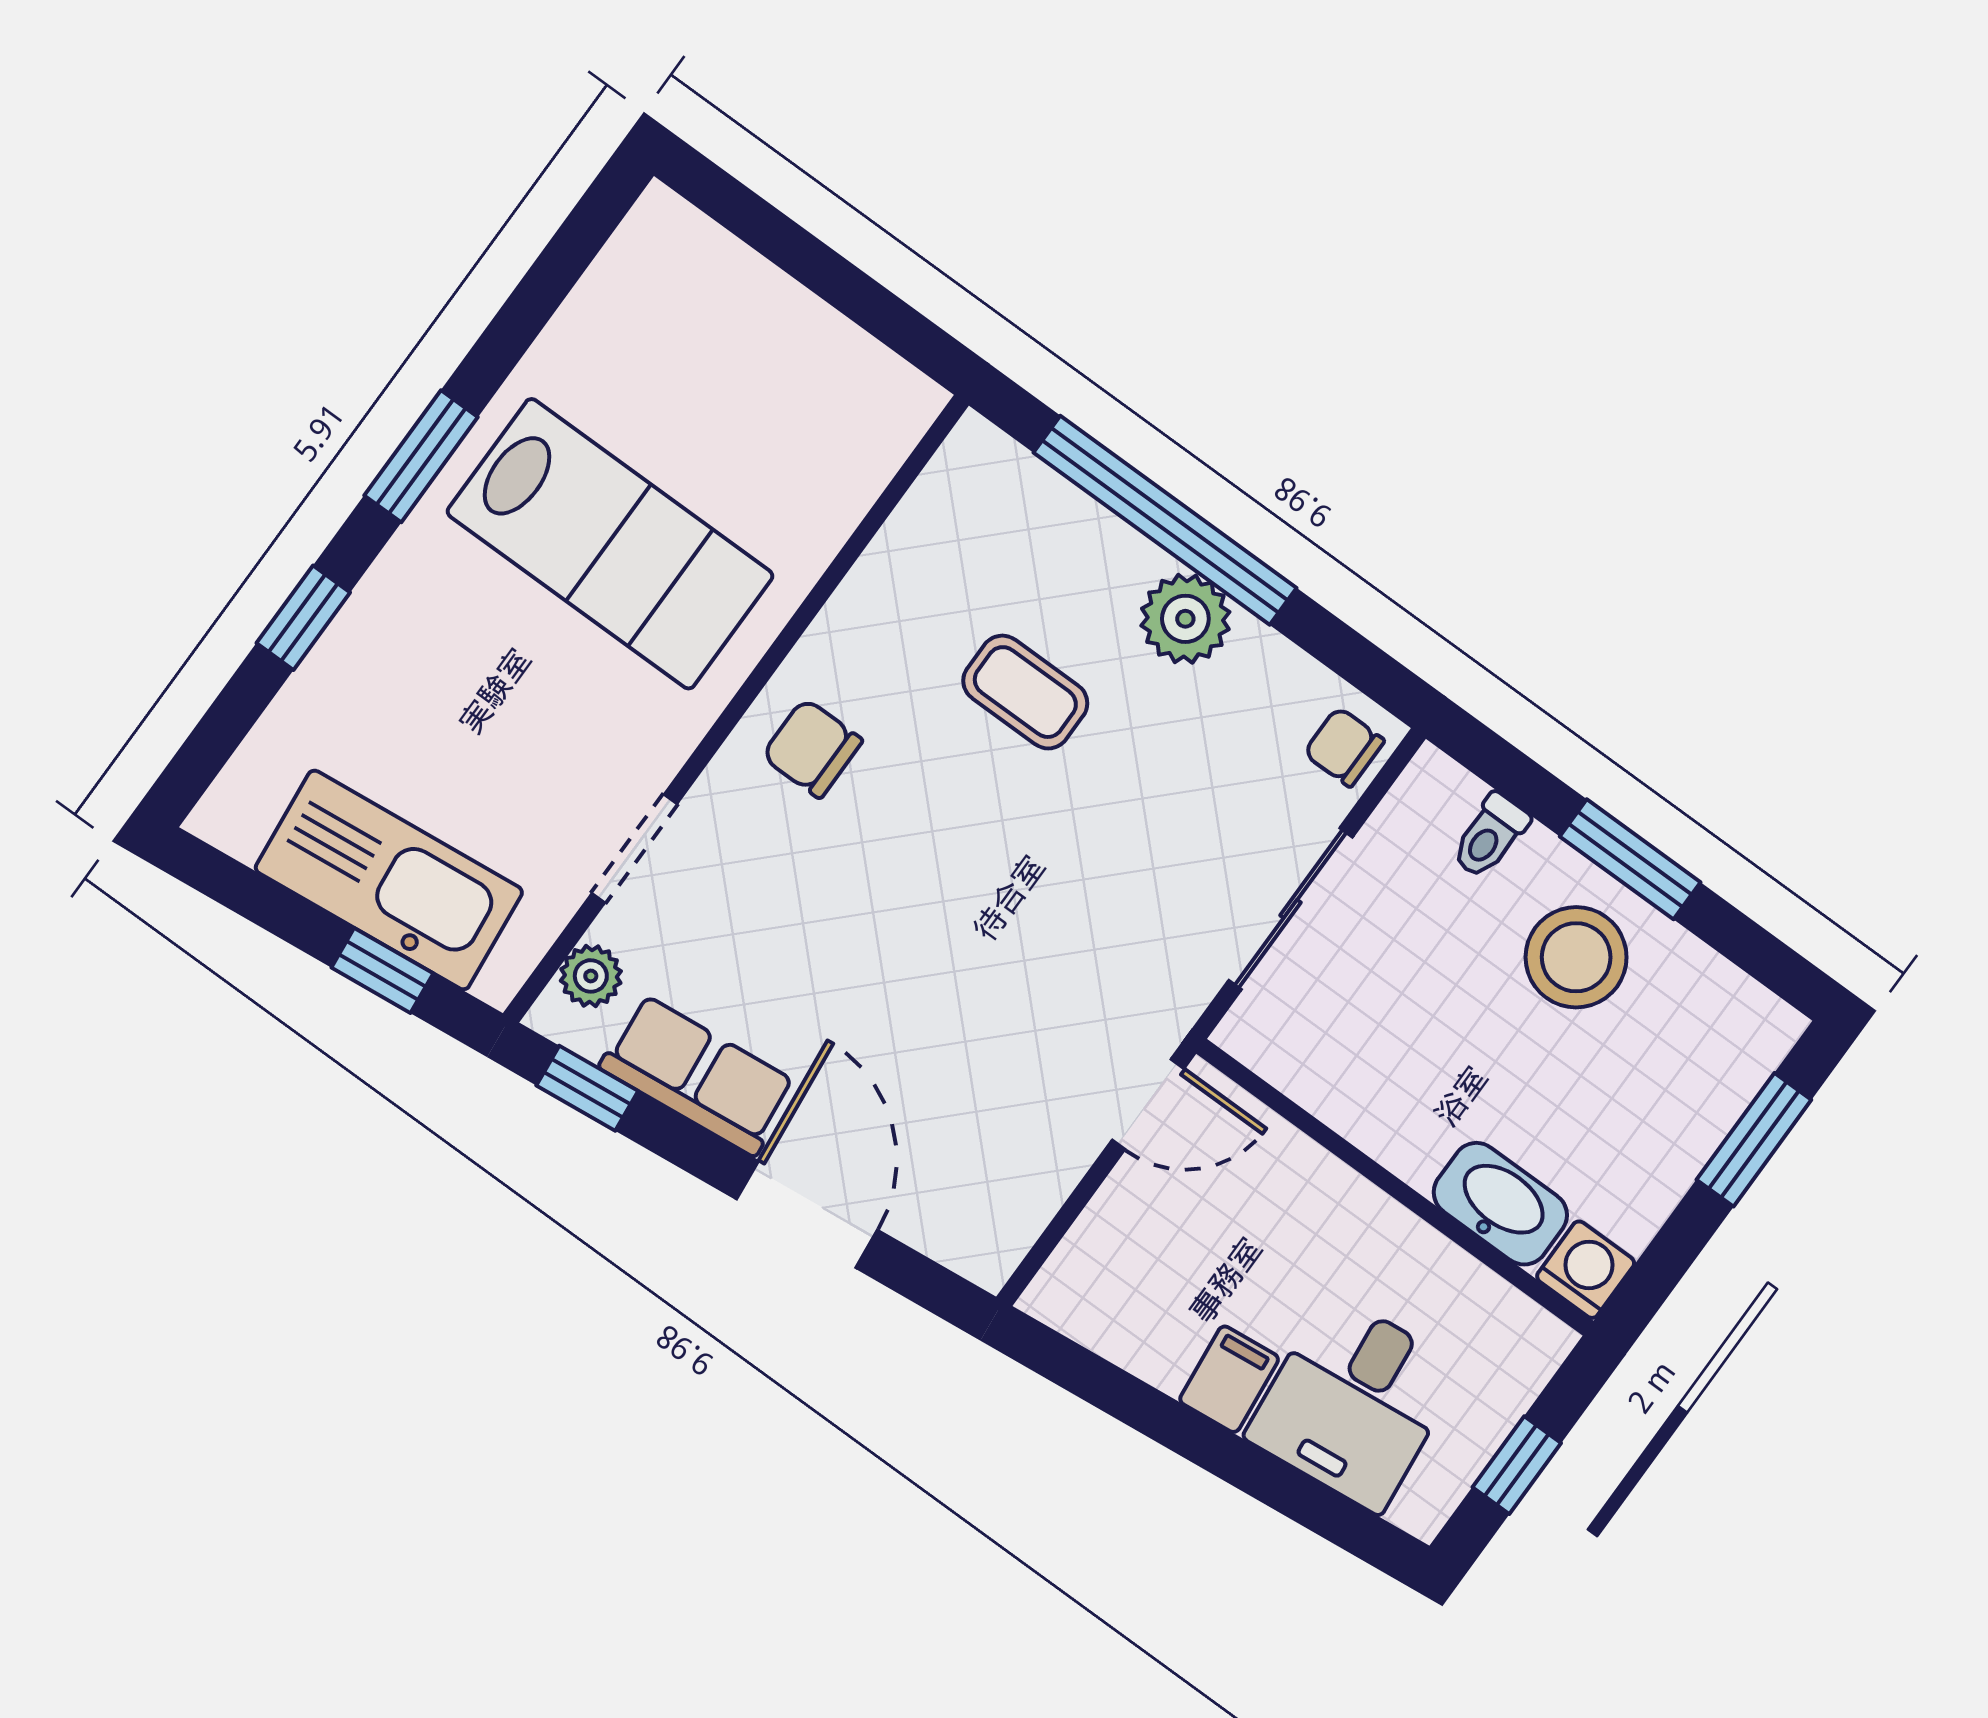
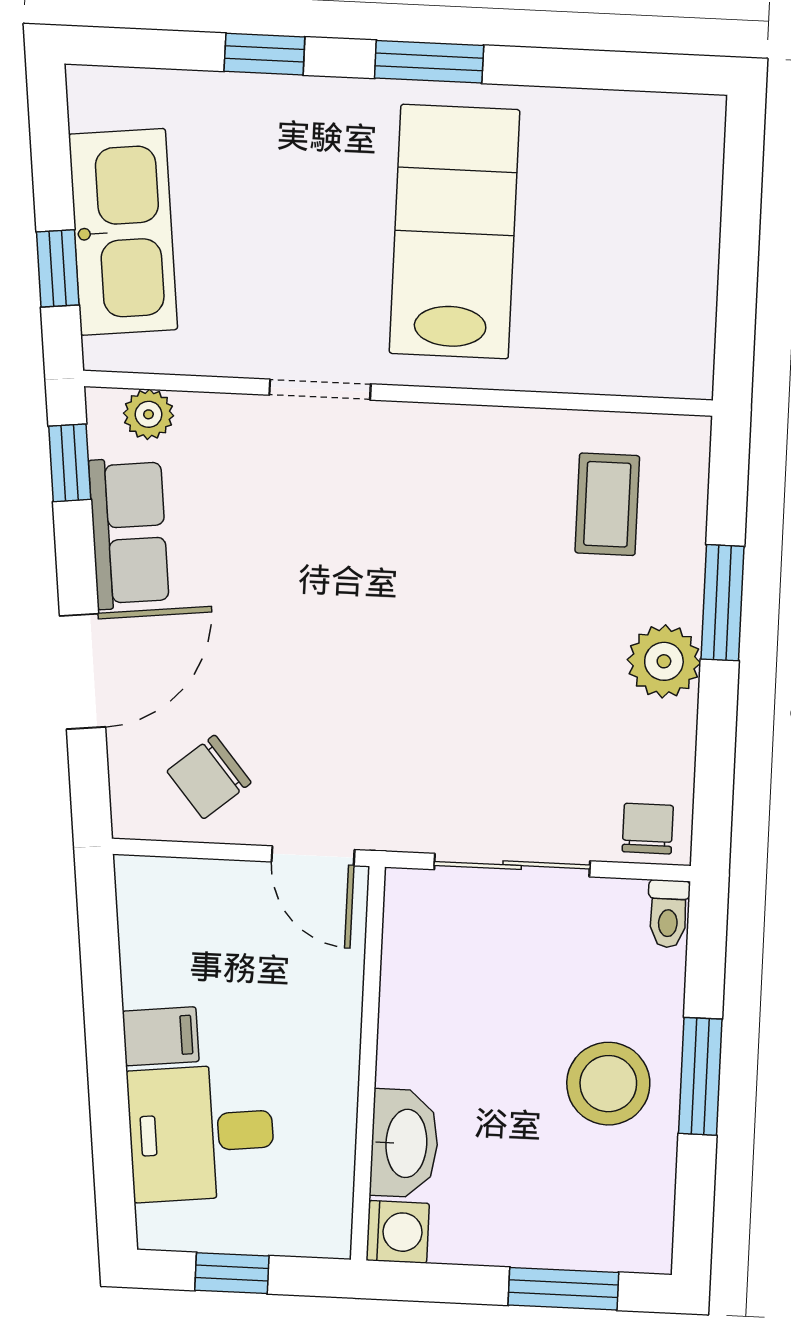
window: (1165, 520) -> (722, 603), width x0.47
lab bench: (610, 544) -> (455, 231), turned 180
coffee table: (1025, 692) -> (607, 504), moved
chair: (812, 748) -> (209, 777), moved, turned -130
toilet: (1490, 836) -> (668, 914), moved, turned -90
doorway: (634, 849) -> (320, 390), moved

